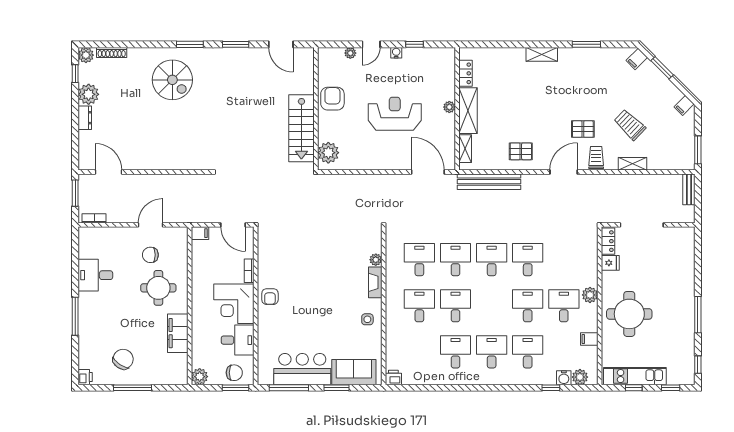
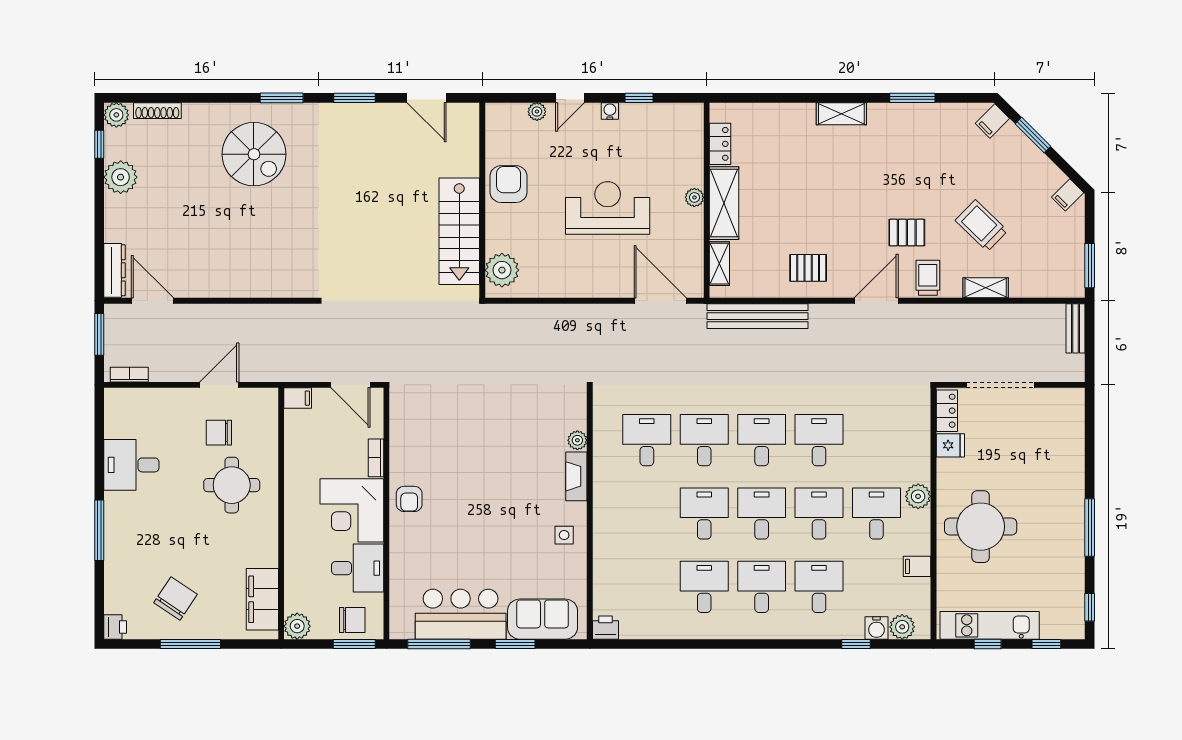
dresser: (85, 118) -> (115, 270), moved, width x1.44
desk: (419, 306) -> (762, 514), moved
filing cabinet: (178, 333) -> (262, 599), moved

